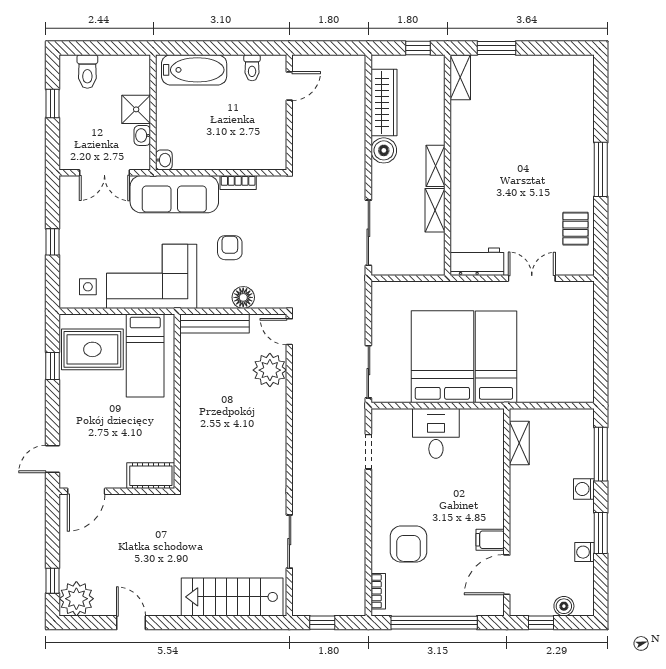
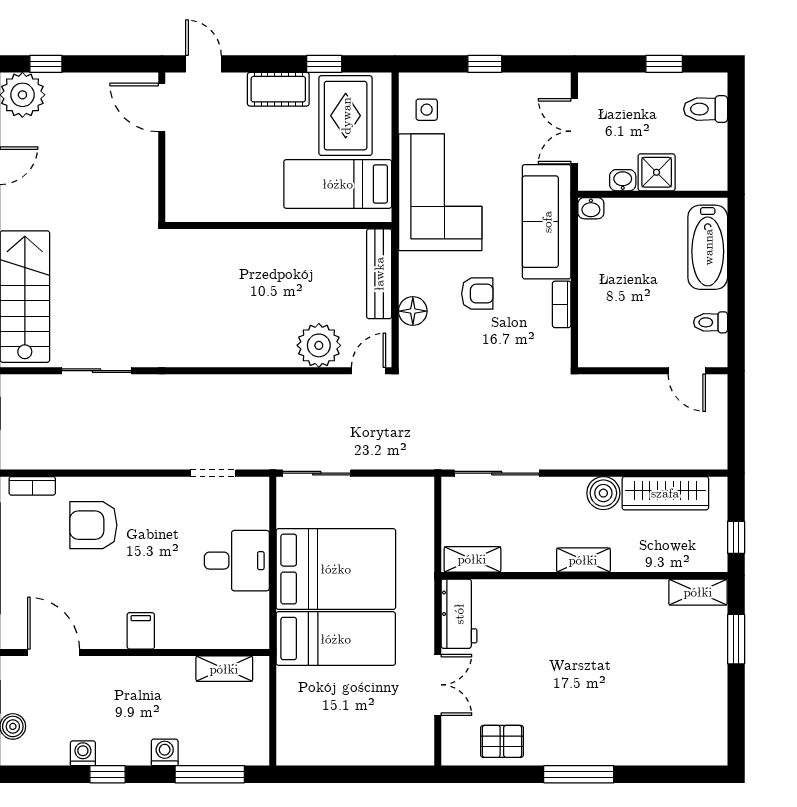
shelving: (435, 210) -> (472, 559), moved
cot: (151, 476) -> (278, 89), moved, turned 90
window: (601, 533) -> (108, 774), width x0.67
filing cabinet: (490, 540) -> (141, 631), moved

